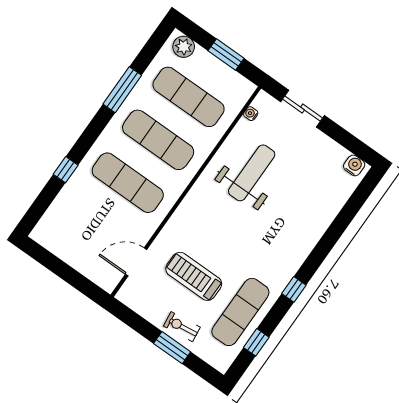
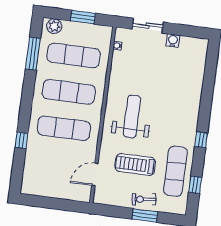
window: (122, 90) -> (33, 54), moved
water cooler: (354, 165) -> (173, 41), moved
weight bench: (252, 173) -> (132, 116), moved

